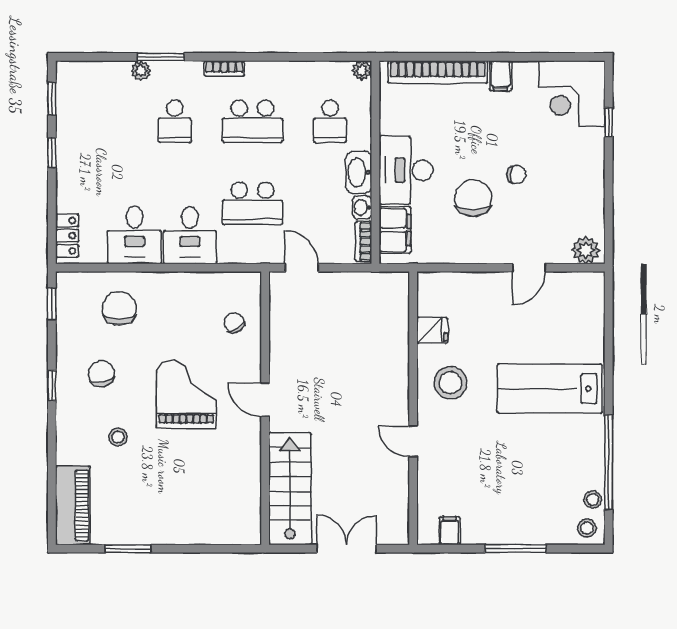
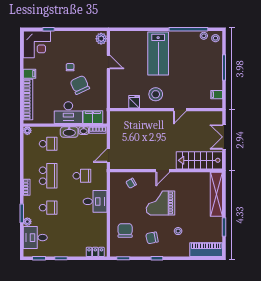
chair: (473, 198) -> (80, 85), turned 65
school desk: (252, 203) -> (82, 176), width x0.54
desk: (134, 235) -> (35, 238), moved, turned 180
chair: (119, 308) -> (125, 230), turned 90
shelving: (207, 530) -> (216, 194), added

